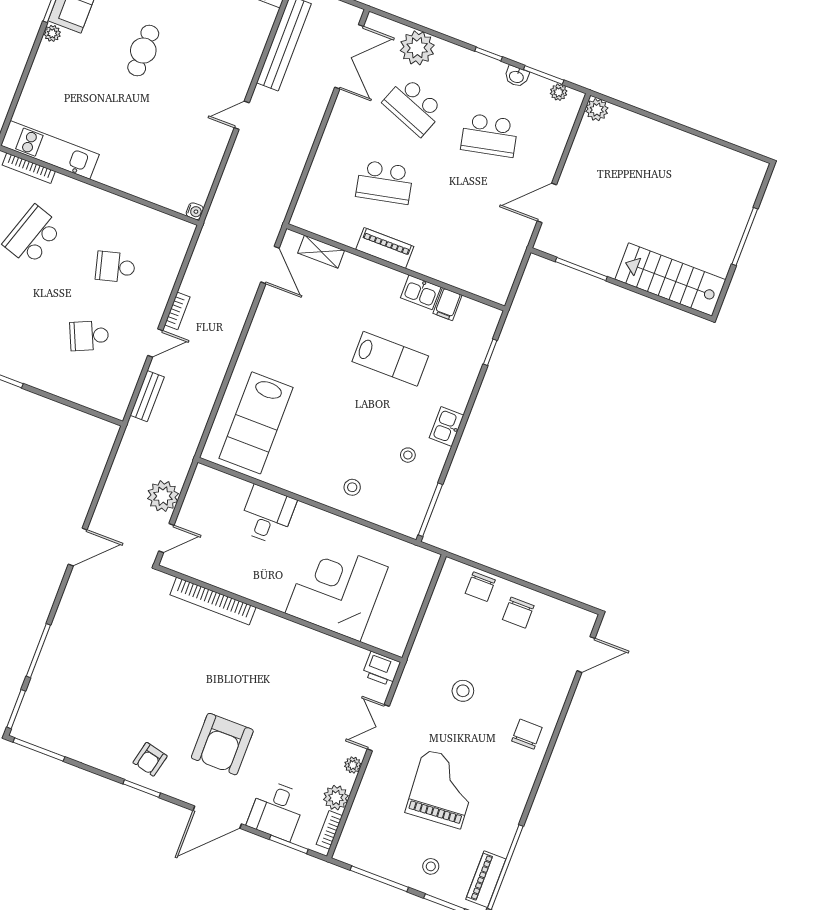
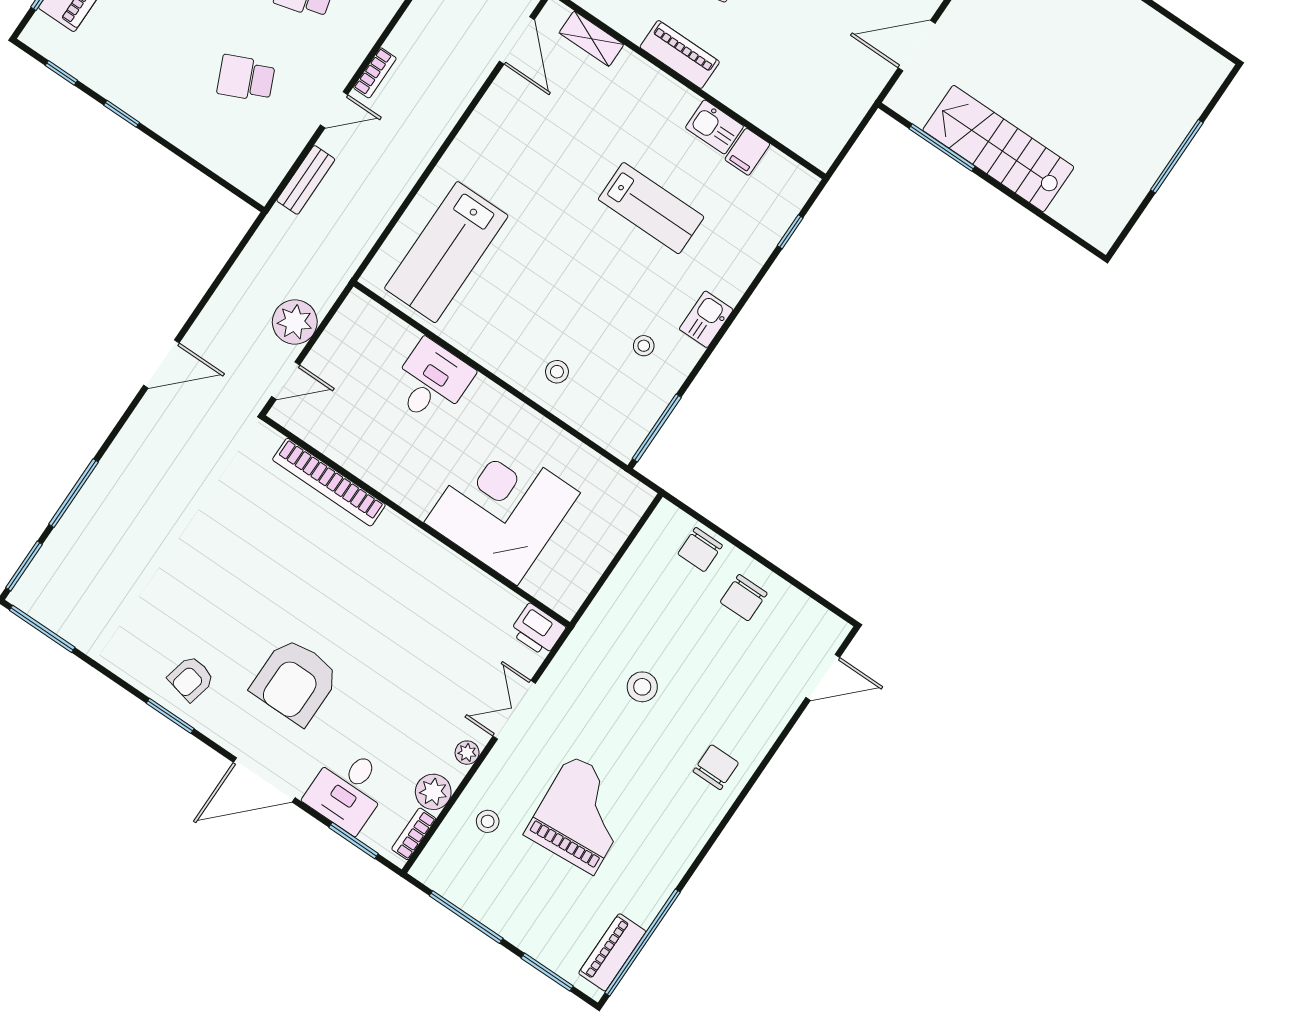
stairs: (670, 280) -> (998, 149), moved
stool: (431, 866) -> (488, 821), moved

